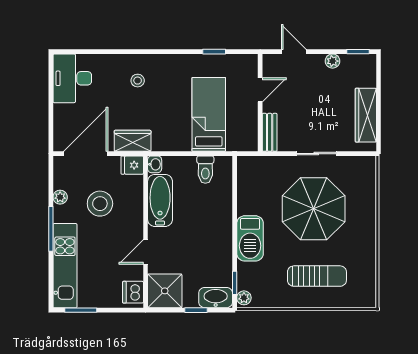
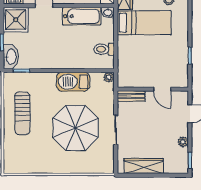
bed: (209, 114) -> (144, 23), moved
barbecue: (250, 238) -> (73, 82), moved
sun lounger: (317, 276) -> (22, 113), moved
plant: (244, 298) -> (109, 77), moved

